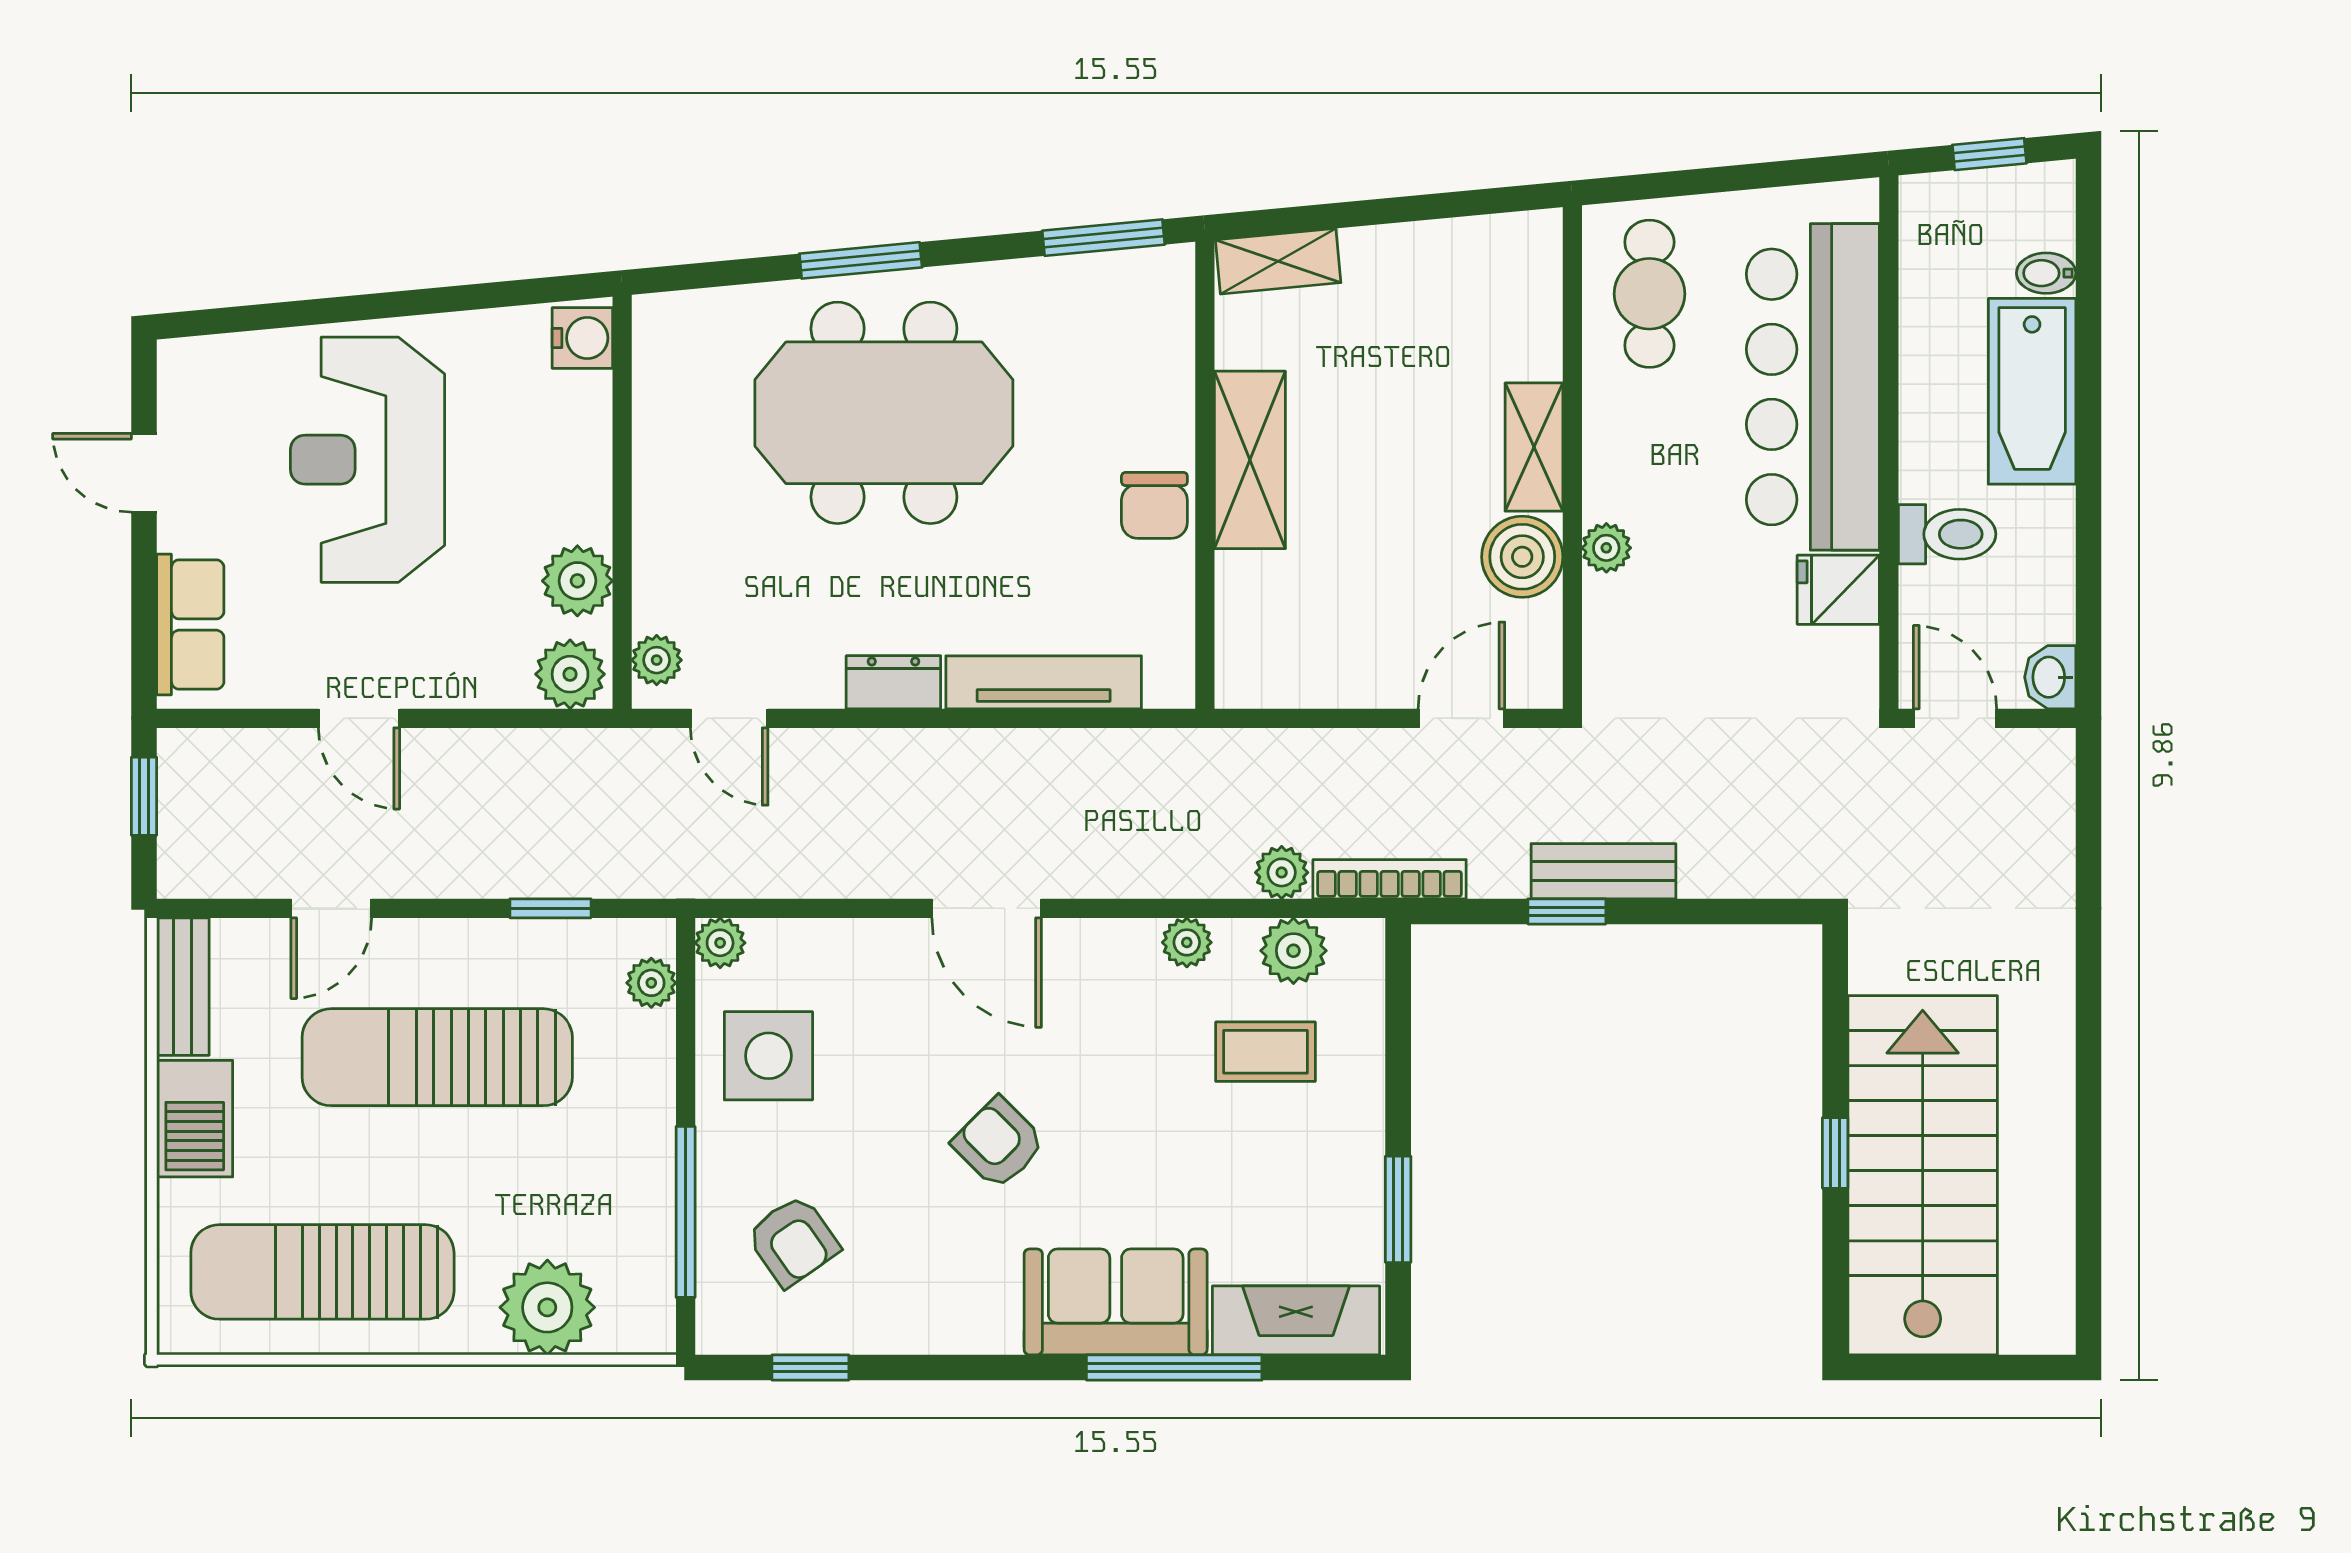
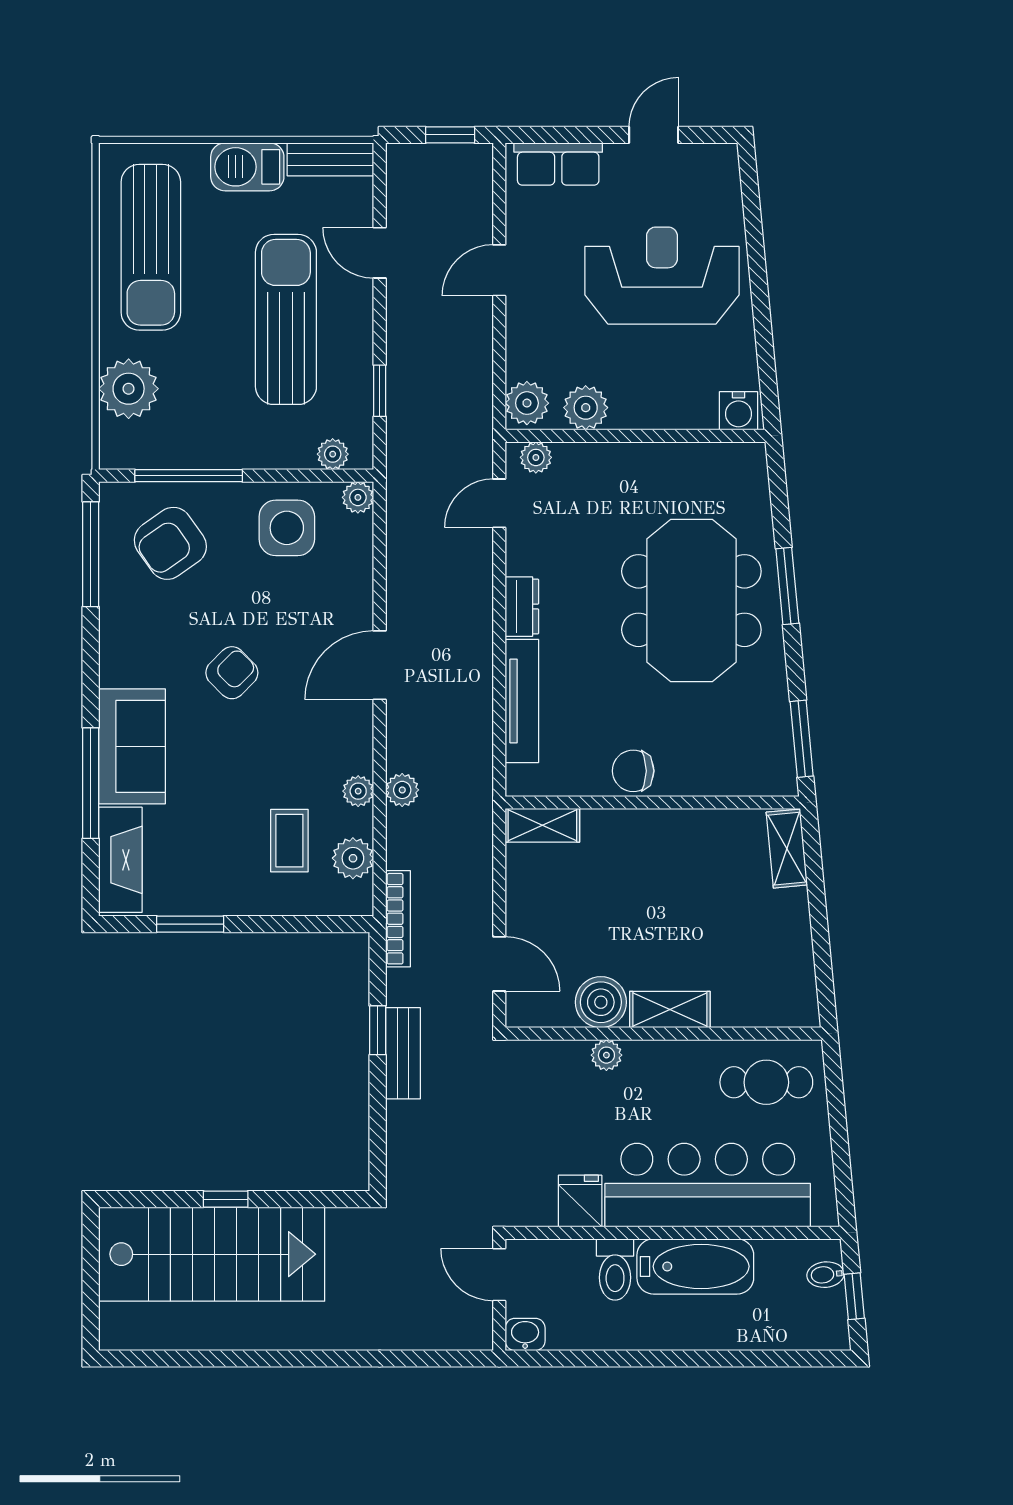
bidet: (2046, 273) -> (825, 1275), moved, turned -95
bathtub: (2032, 391) -> (695, 1266), moved, turned 180
shelving: (1250, 460) -> (542, 825), moved, width x0.67, depth x0.75
door: (1955, 718) -> (499, 1275), swing flipped
plant: (1282, 872) -> (402, 790), moved
armchair: (793, 1241) -> (170, 543), width x1.38, depth x1.38
sun lounger: (322, 1272) -> (151, 247), turned 180
window: (810, 1367) -> (91, 554), width x2.17

